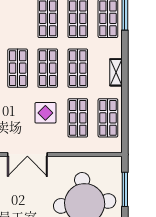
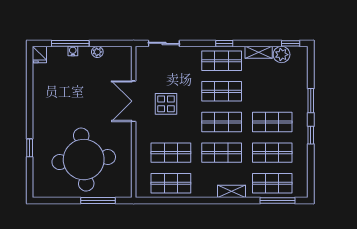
shelving: (116, 72) -> (232, 191), moved
display table: (45, 113) -> (166, 104), moved

